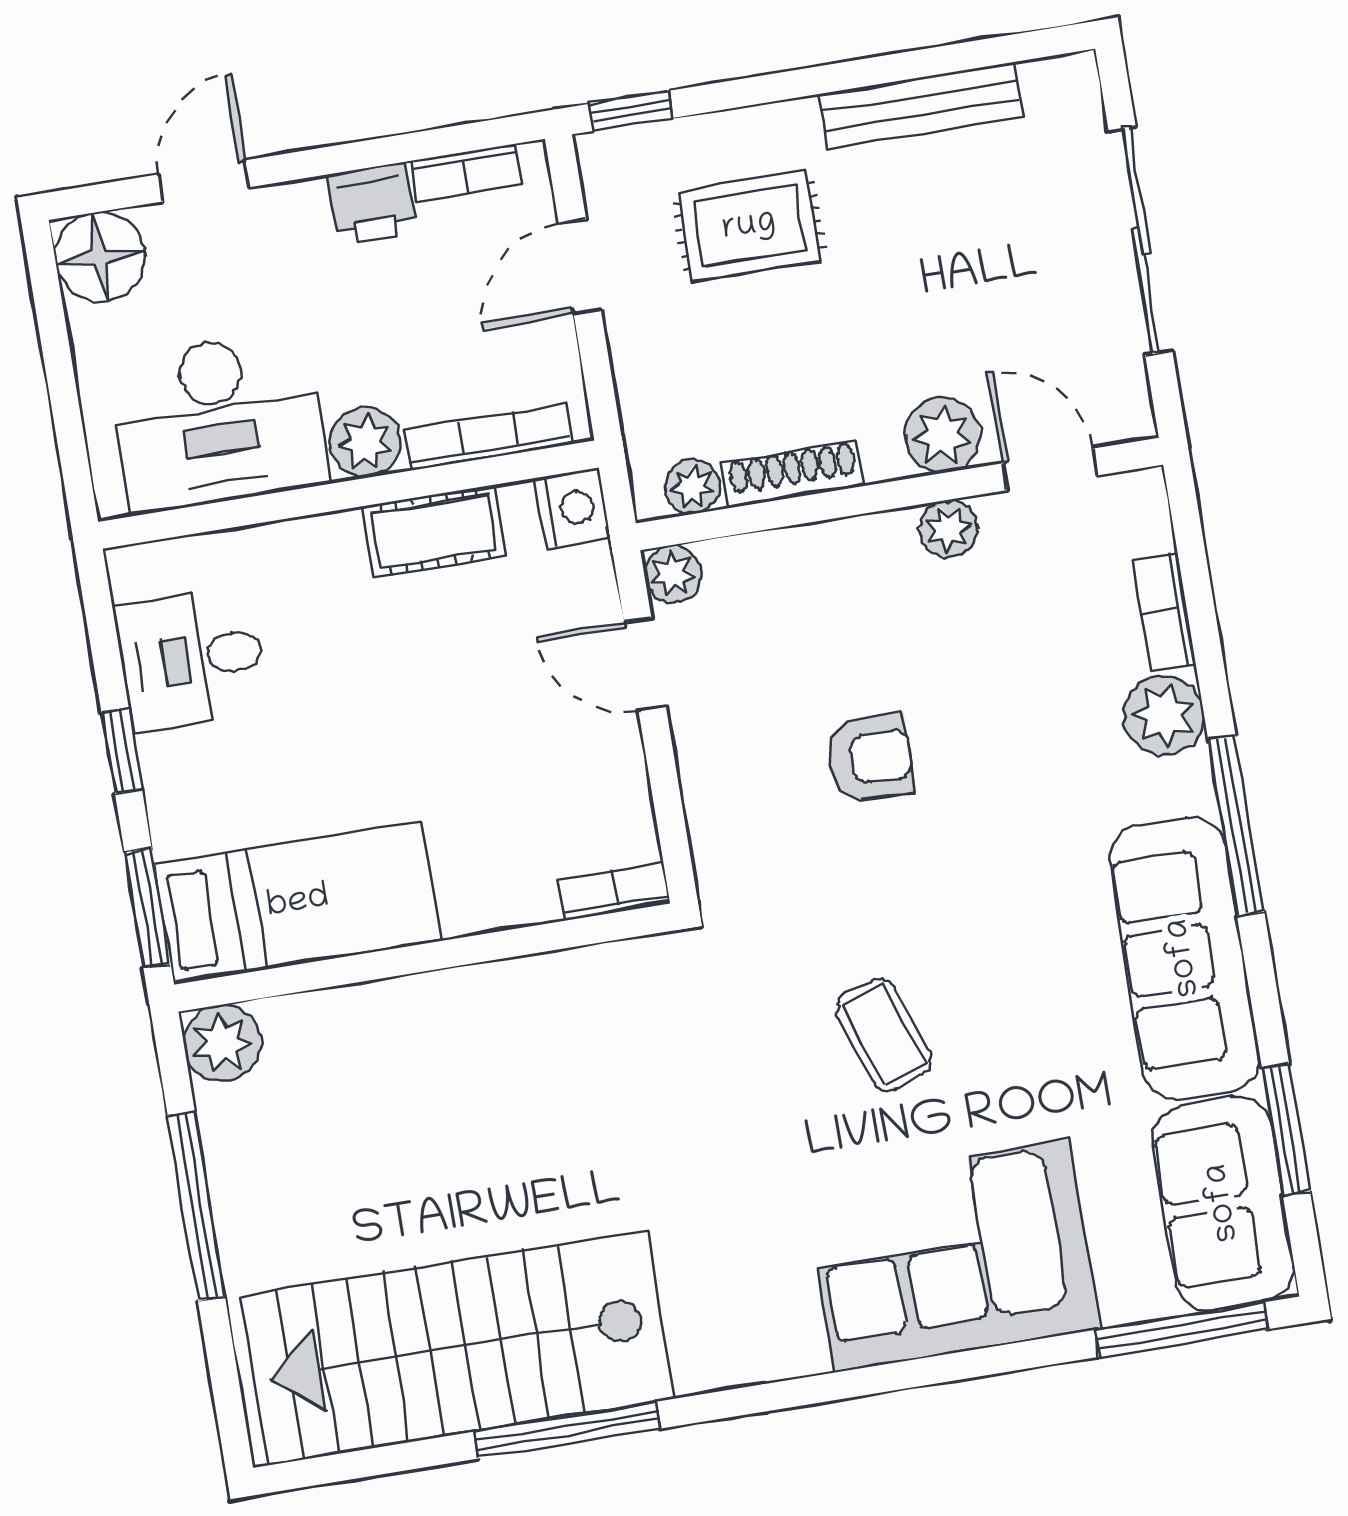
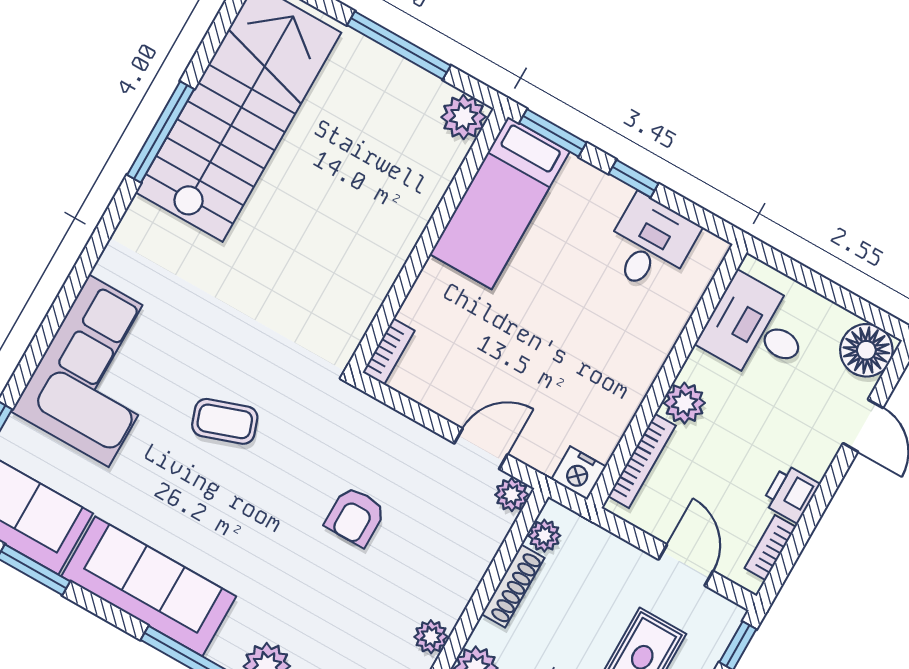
desk: (218, 421) -> (756, 330), width x0.73
cot: (434, 531) -> (619, 402), removed

